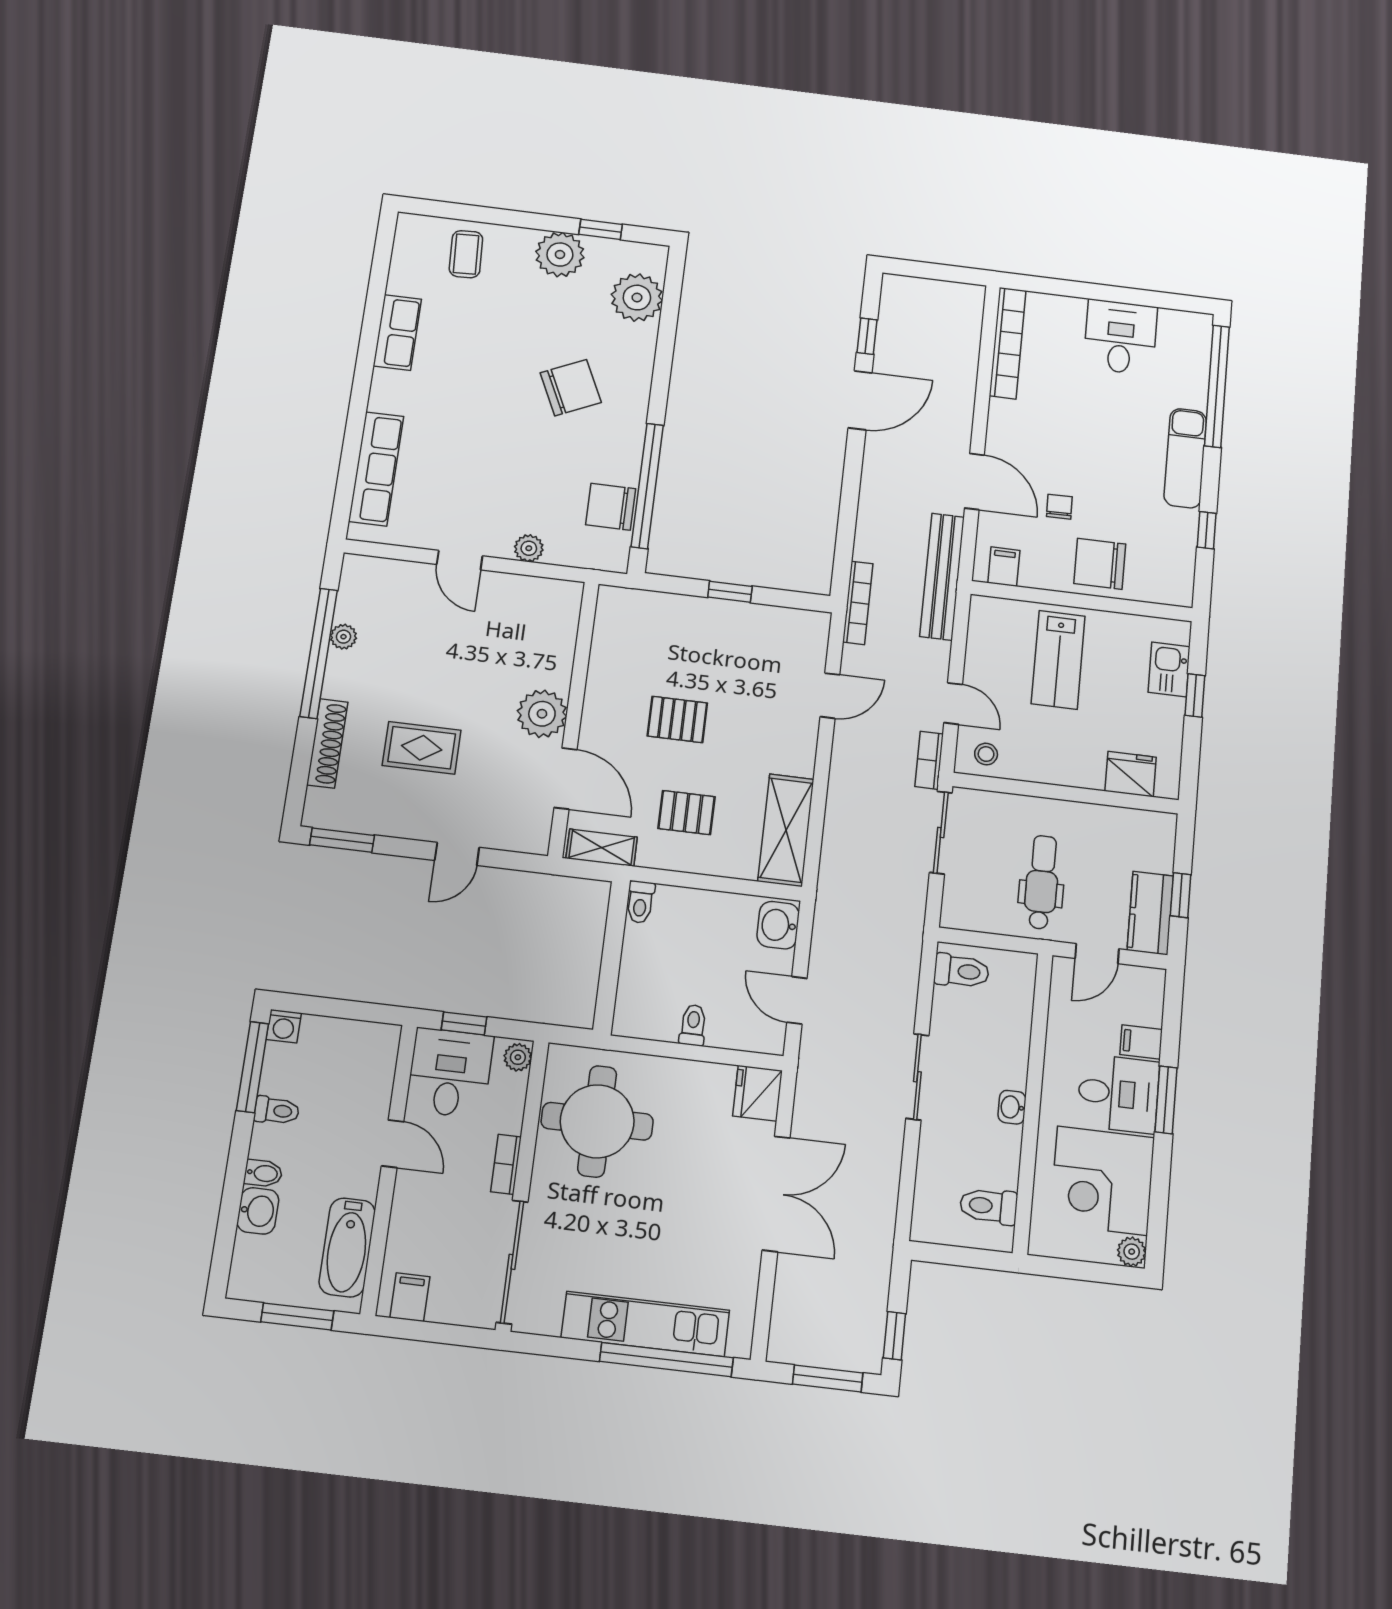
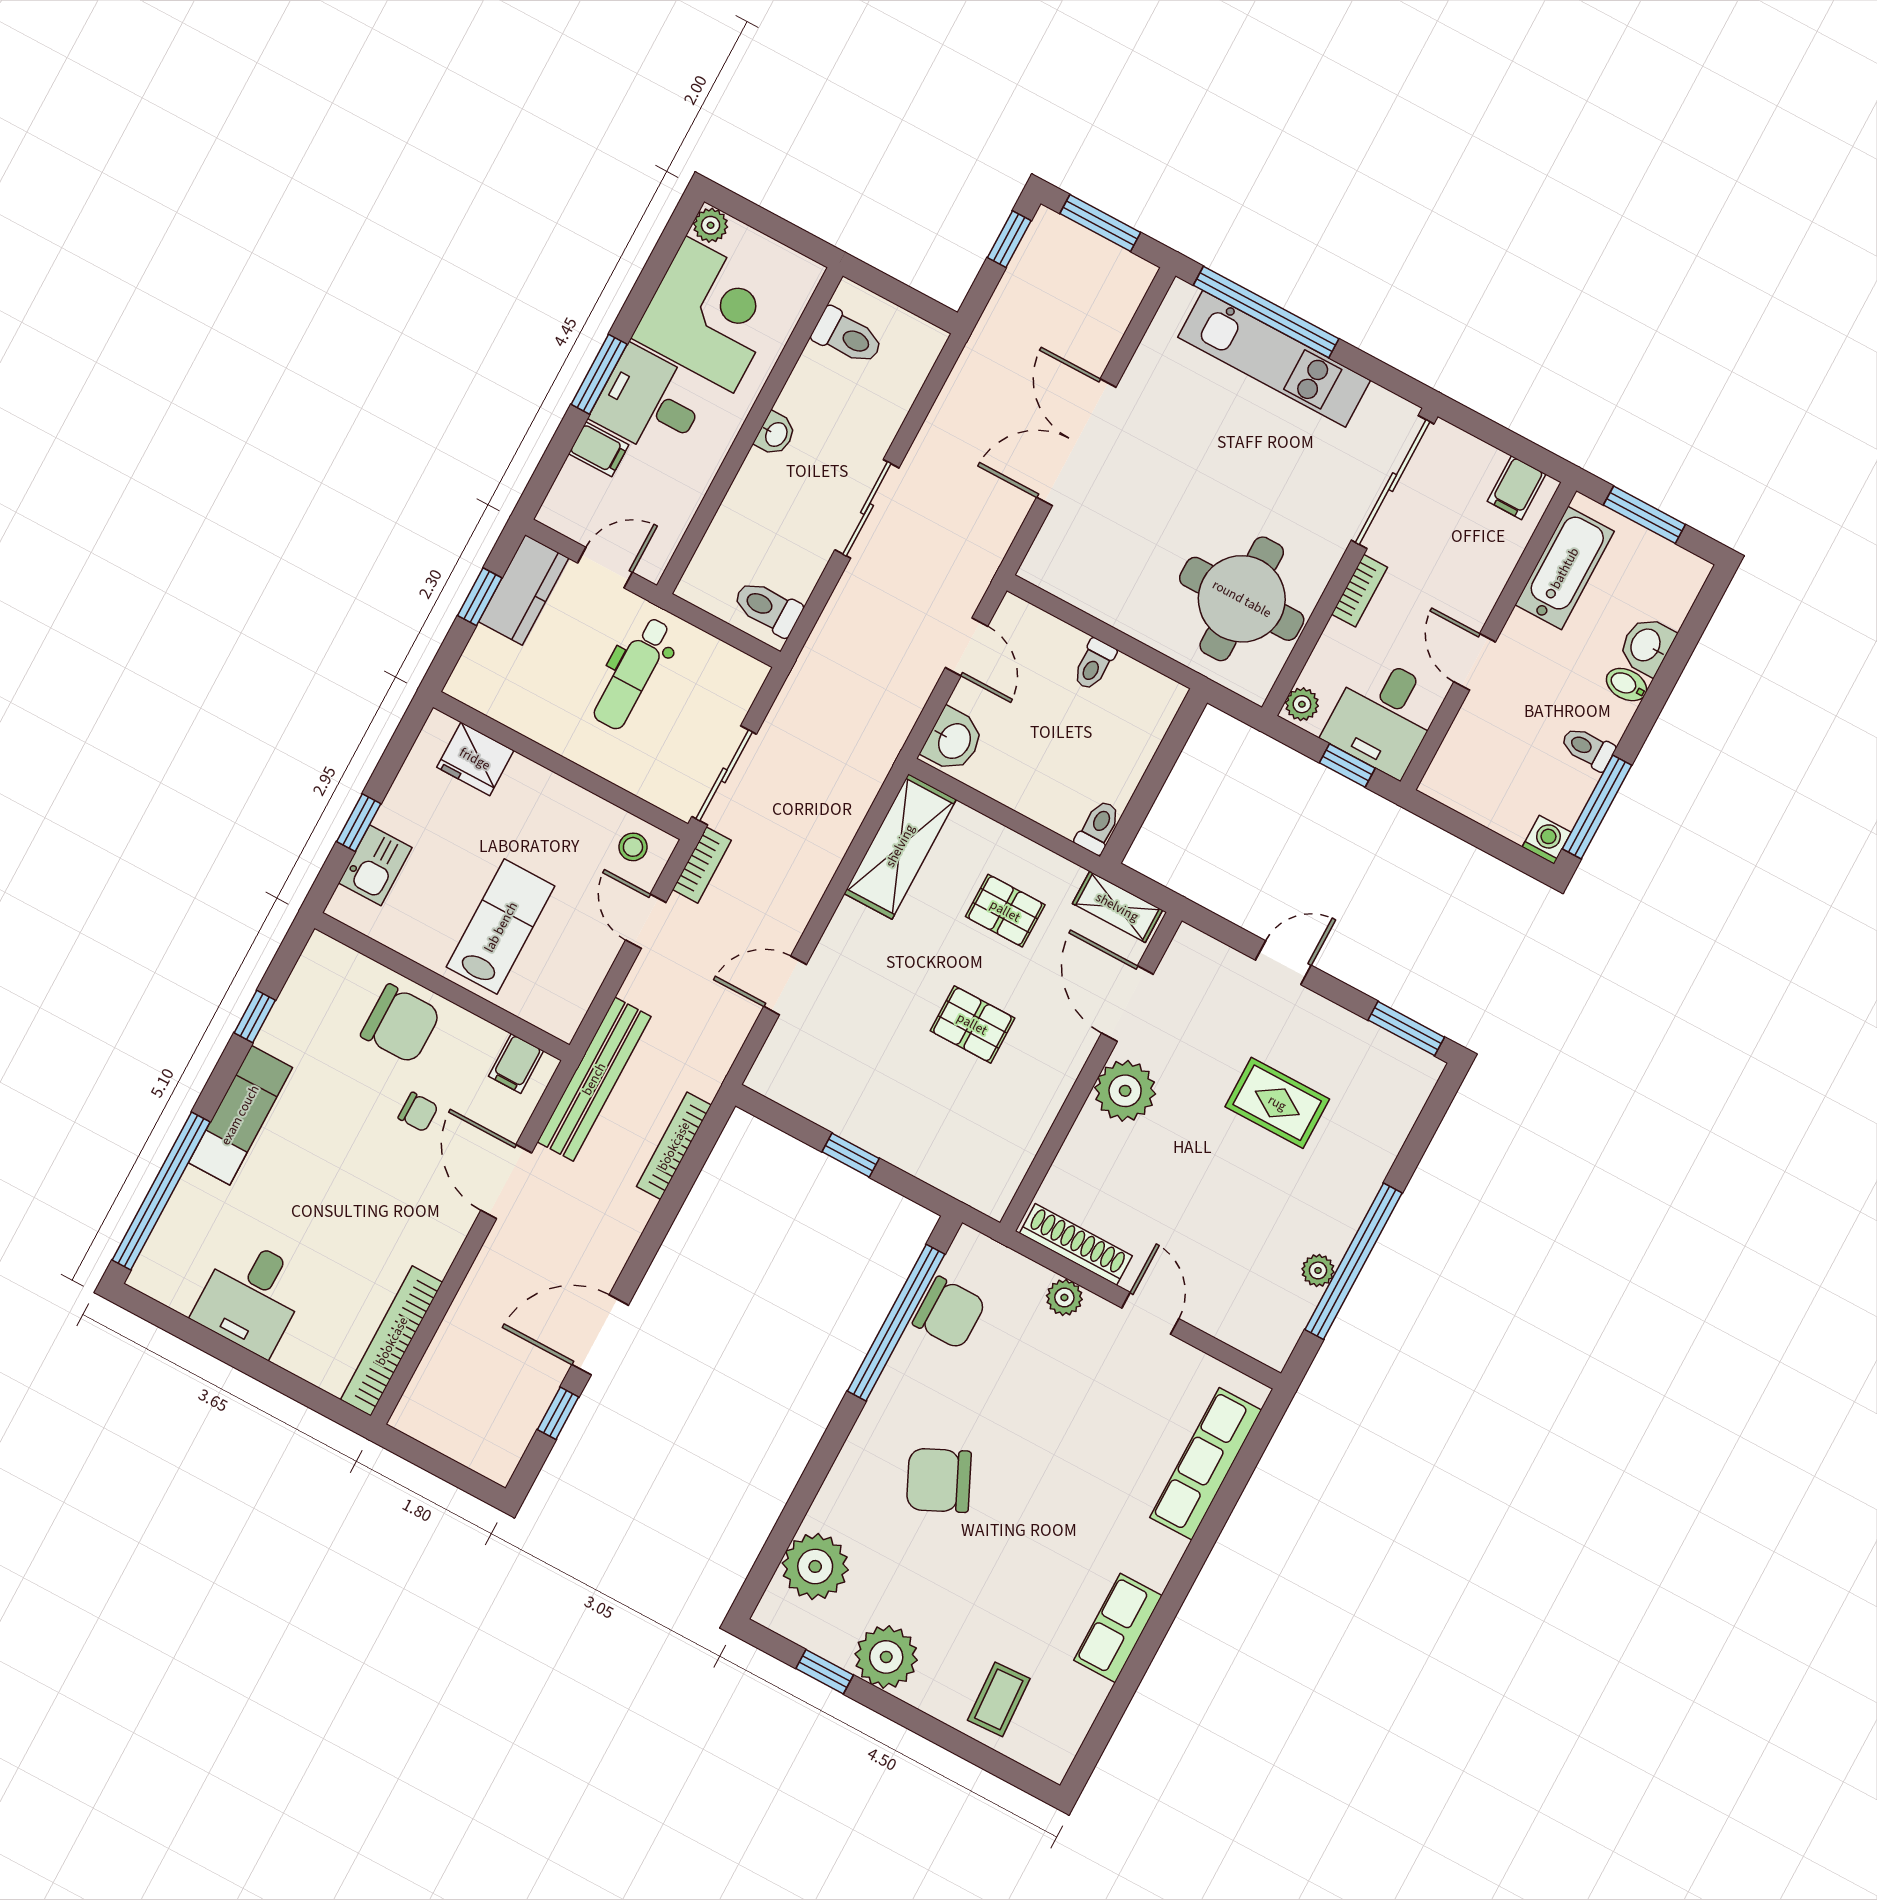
chair: (1059, 507) -> (418, 1112), turned -89
bookcase: (858, 603) -> (674, 1146), moved
shoe rack: (327, 743) -> (1076, 1244), moved, turned 90
fridge: (757, 1093) -> (1052, 561), removed

